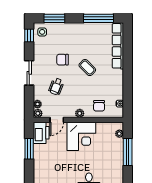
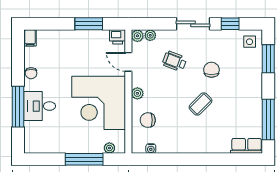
window: (29, 36) -> (230, 24), moved
row of seats: (118, 46) -> (247, 146), width x0.50
printer: (41, 133) -> (118, 37), width x0.53, depth x0.68
corner desk: (81, 136) -> (99, 103), width x1.36, depth x1.36

